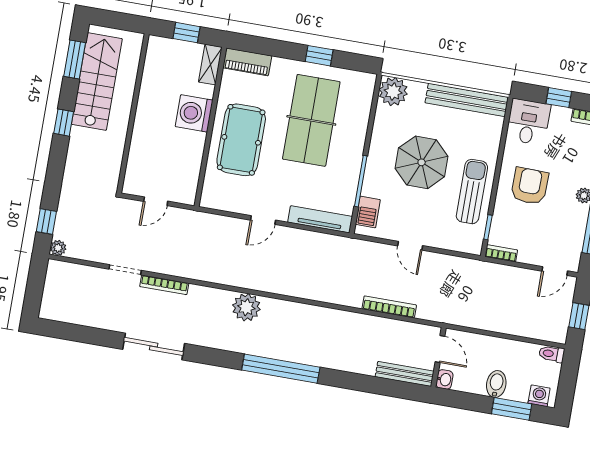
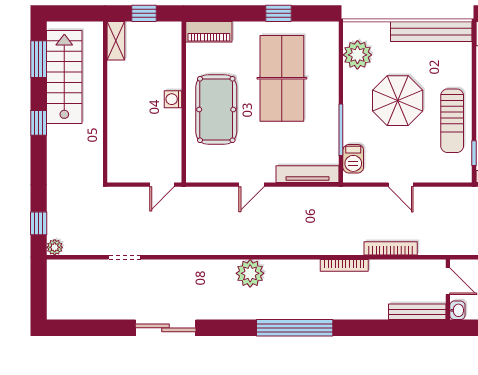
shelving: (210, 65) -> (116, 41), moved
plant: (393, 92) -> (357, 55), moved
washing machine: (194, 113) -> (173, 99), width x0.53, depth x0.53
sun lounger: (472, 192) -> (452, 121), turned 180
door: (156, 201) -> (162, 185), moved
bookcase: (164, 285) -> (344, 265), moved

